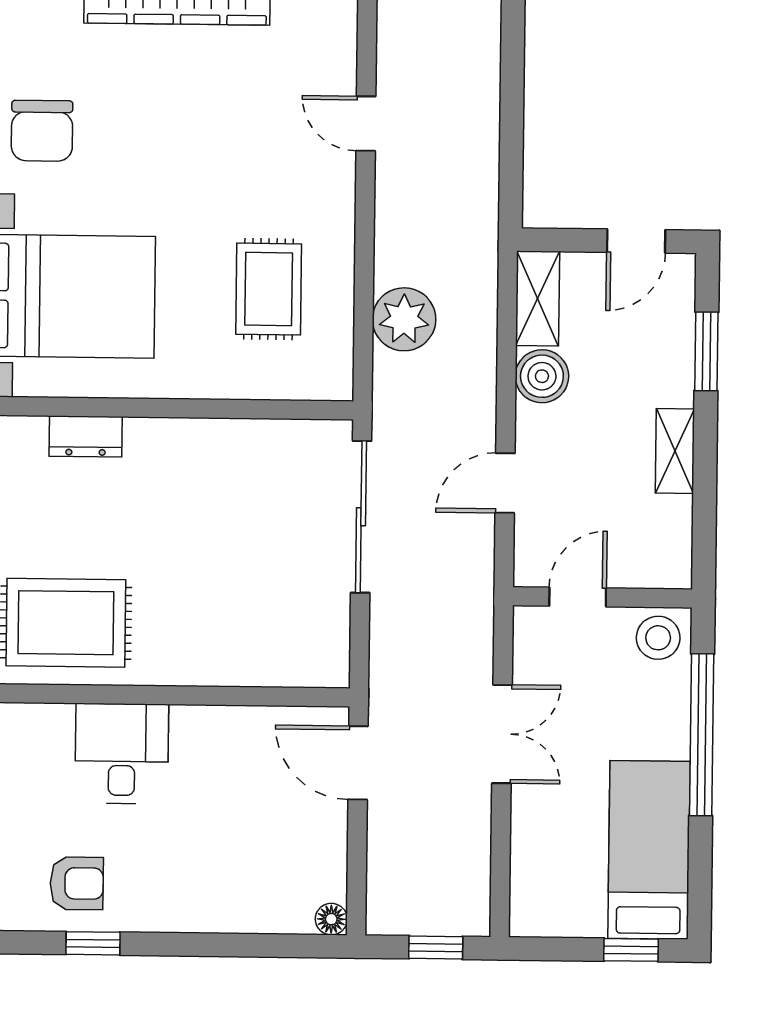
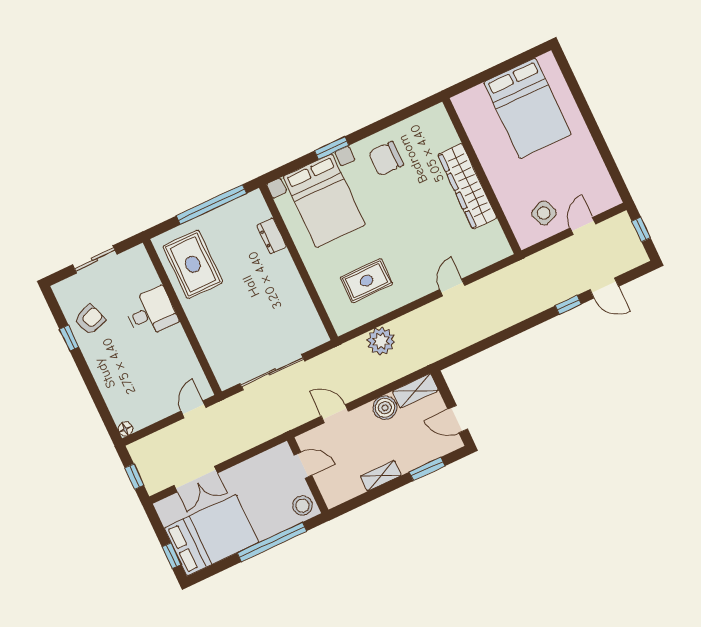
sliding door: (361, 517) -> (272, 372), moved
double door: (502, 734) -> (196, 479), moved
door: (358, 763) -> (193, 409), width x0.73
bed: (649, 850) -> (211, 535), width x1.50
armchair: (77, 883) -> (90, 320), turned -109

